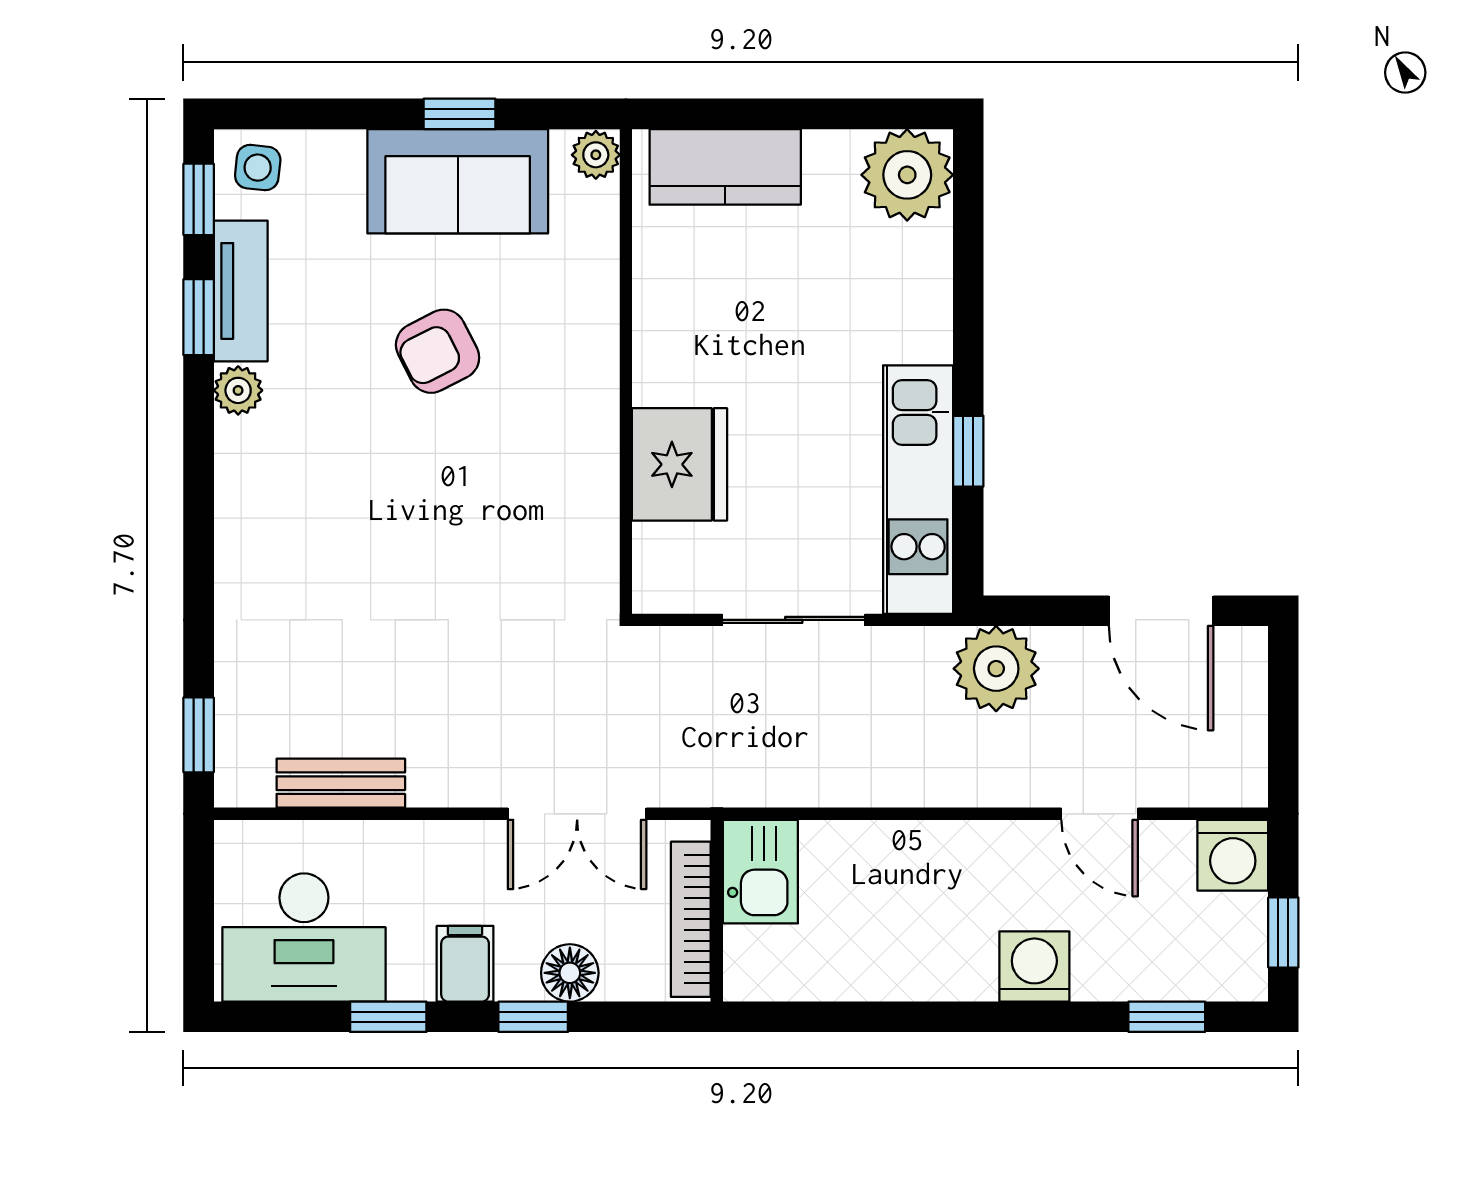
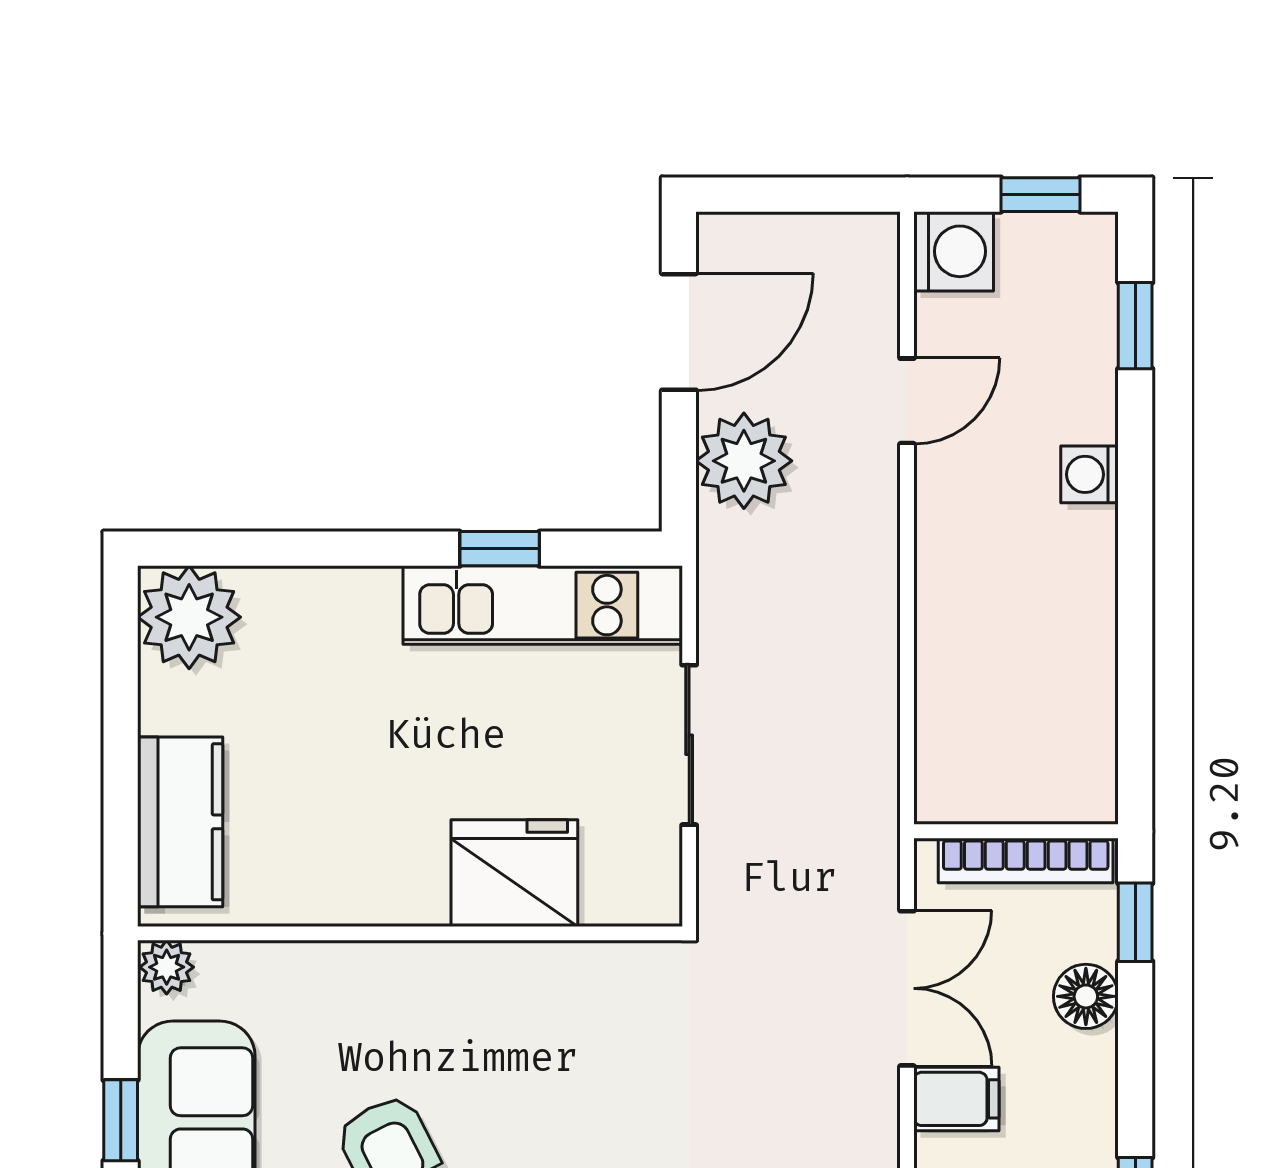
plant: (996, 669) -> (744, 461), moved
kitchen sink: (760, 872) -> (972, 782), removed
filing cabinet: (465, 964) -> (956, 1099), moved, turned 180
washing machine: (1034, 967) -> (1090, 474), width x0.73, depth x0.73
window: (533, 1017) -> (1135, 922), moved

